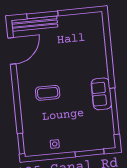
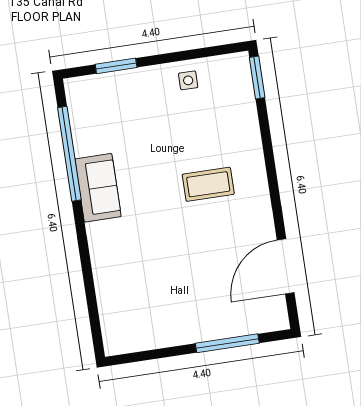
bench: (34, 24) -> (242, 324), removed
window: (89, 153) -> (116, 66), width x0.69

